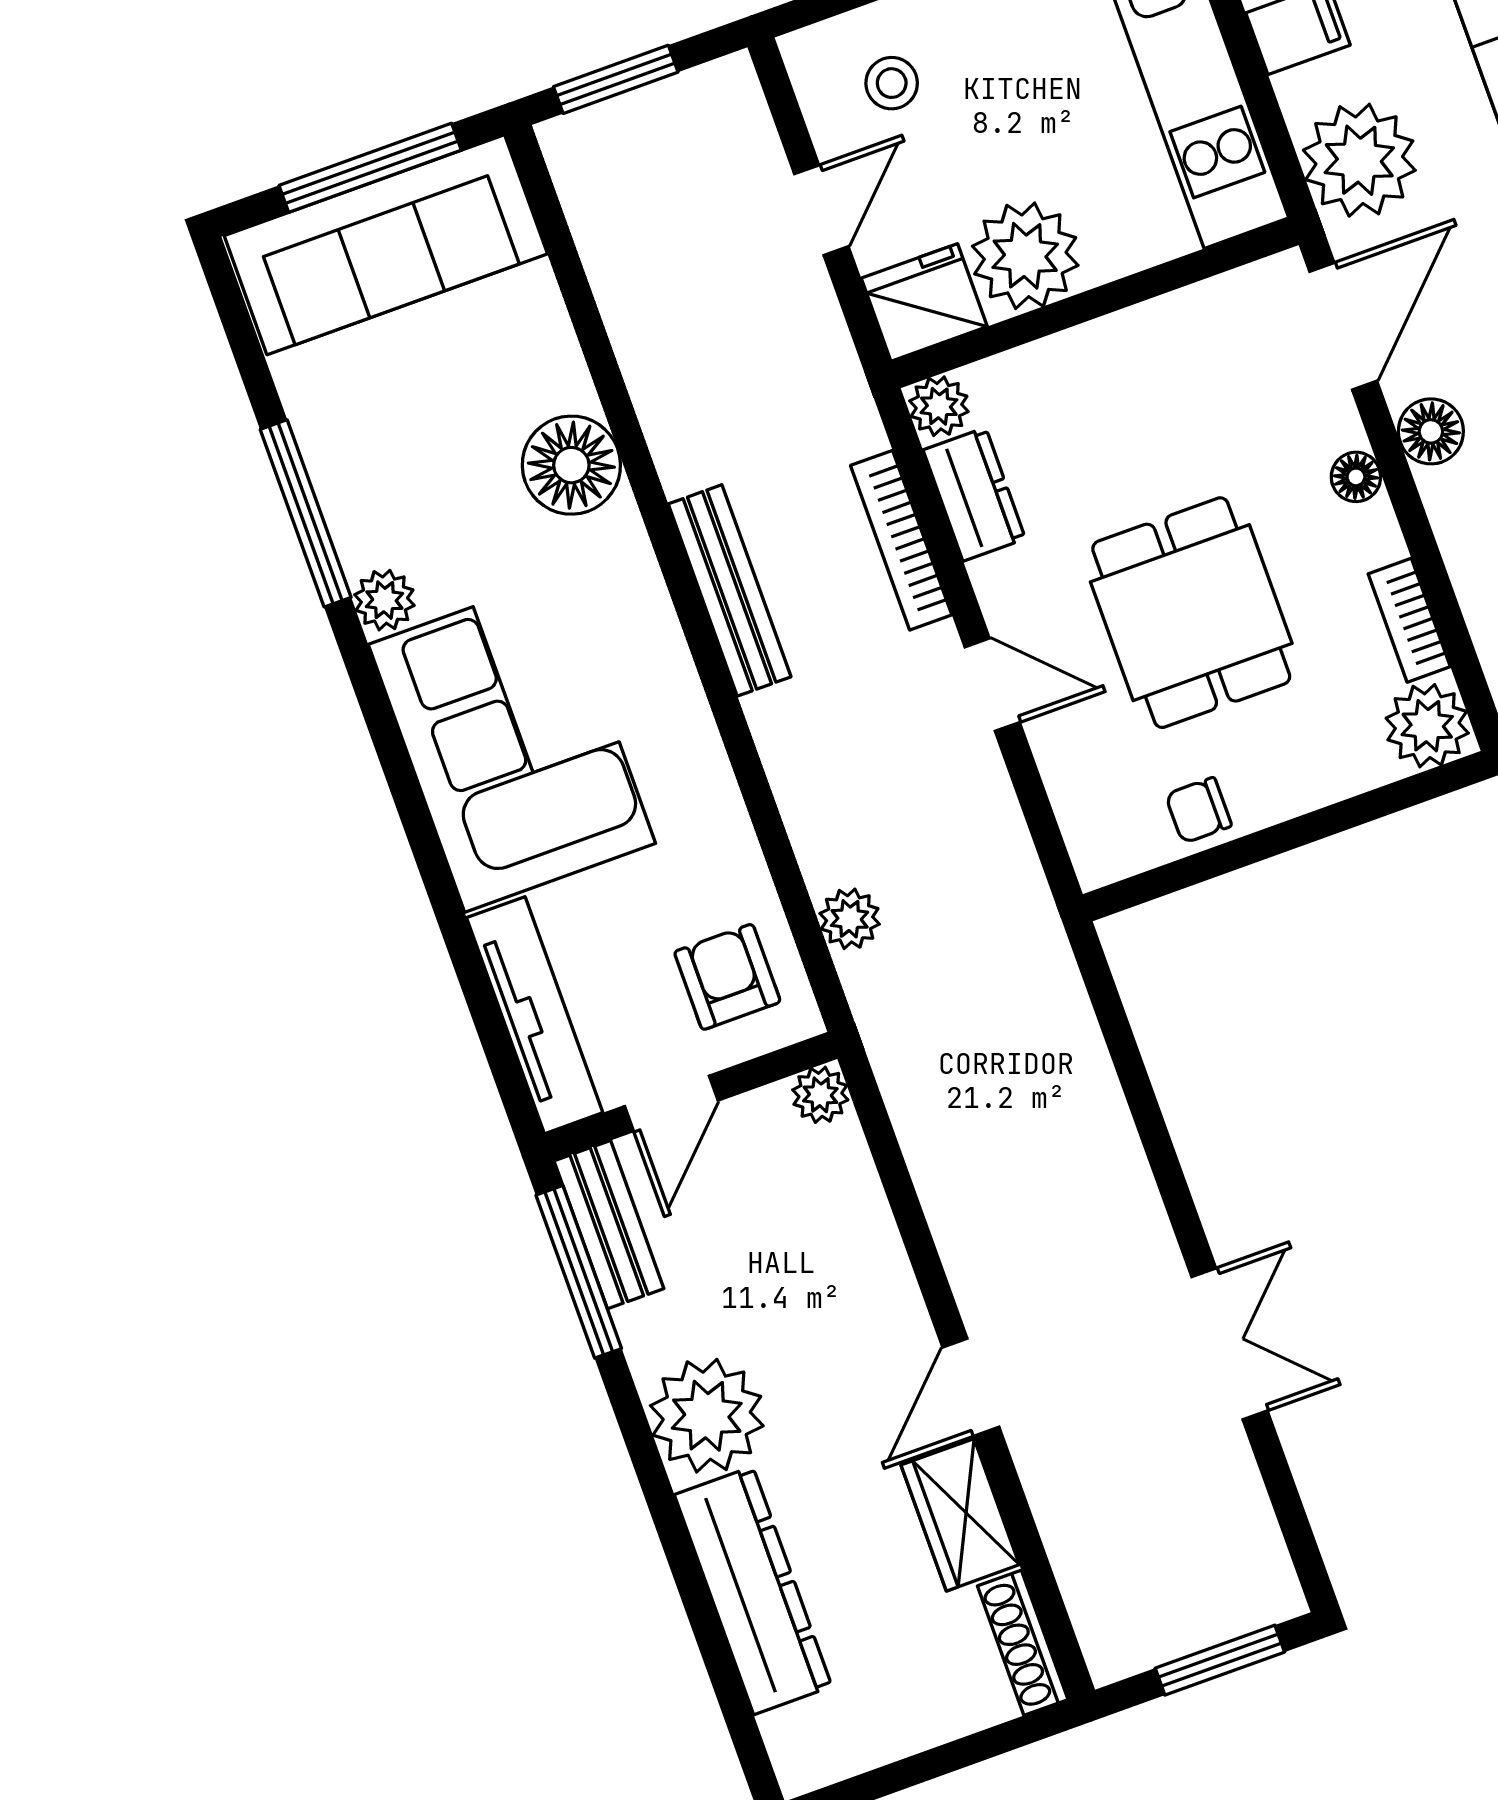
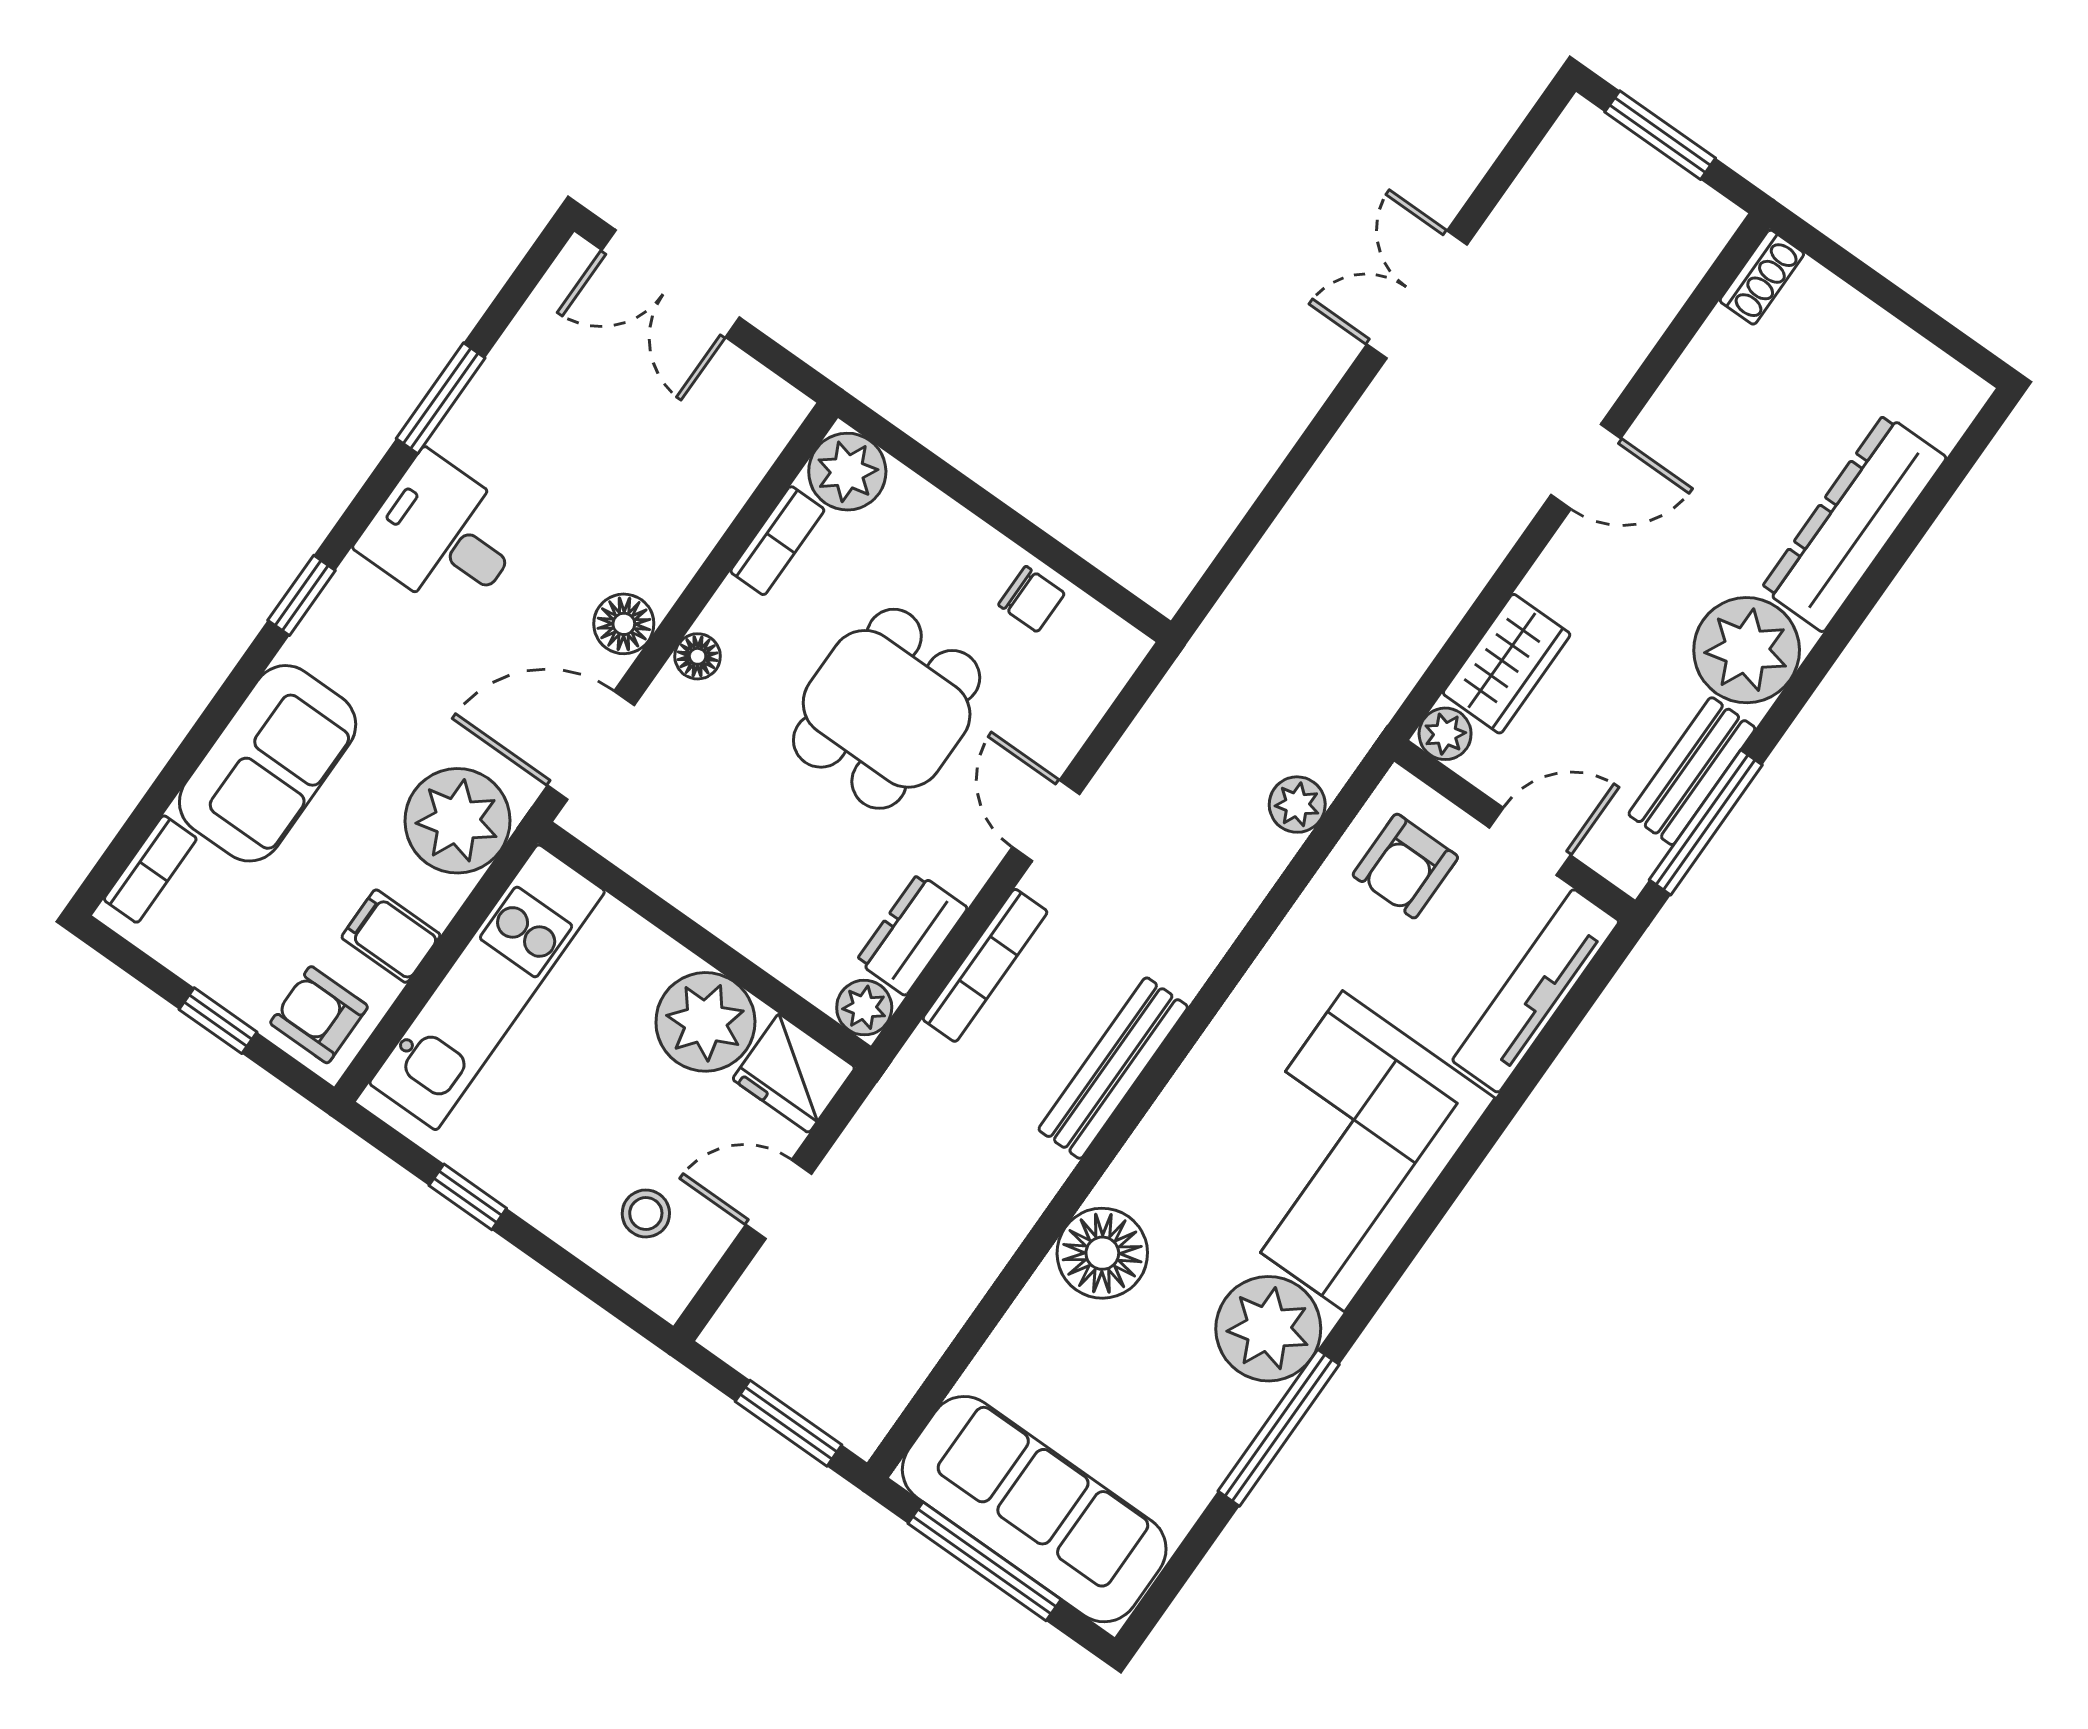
plant: (384, 600) -> (1268, 1329), width x1.87, depth x1.87
bench: (609, 1225) -> (1692, 771), moved
wardrobe: (960, 1515) -> (1507, 664), moved
shoe rack: (1023, 1643) -> (1762, 277), width x0.70

